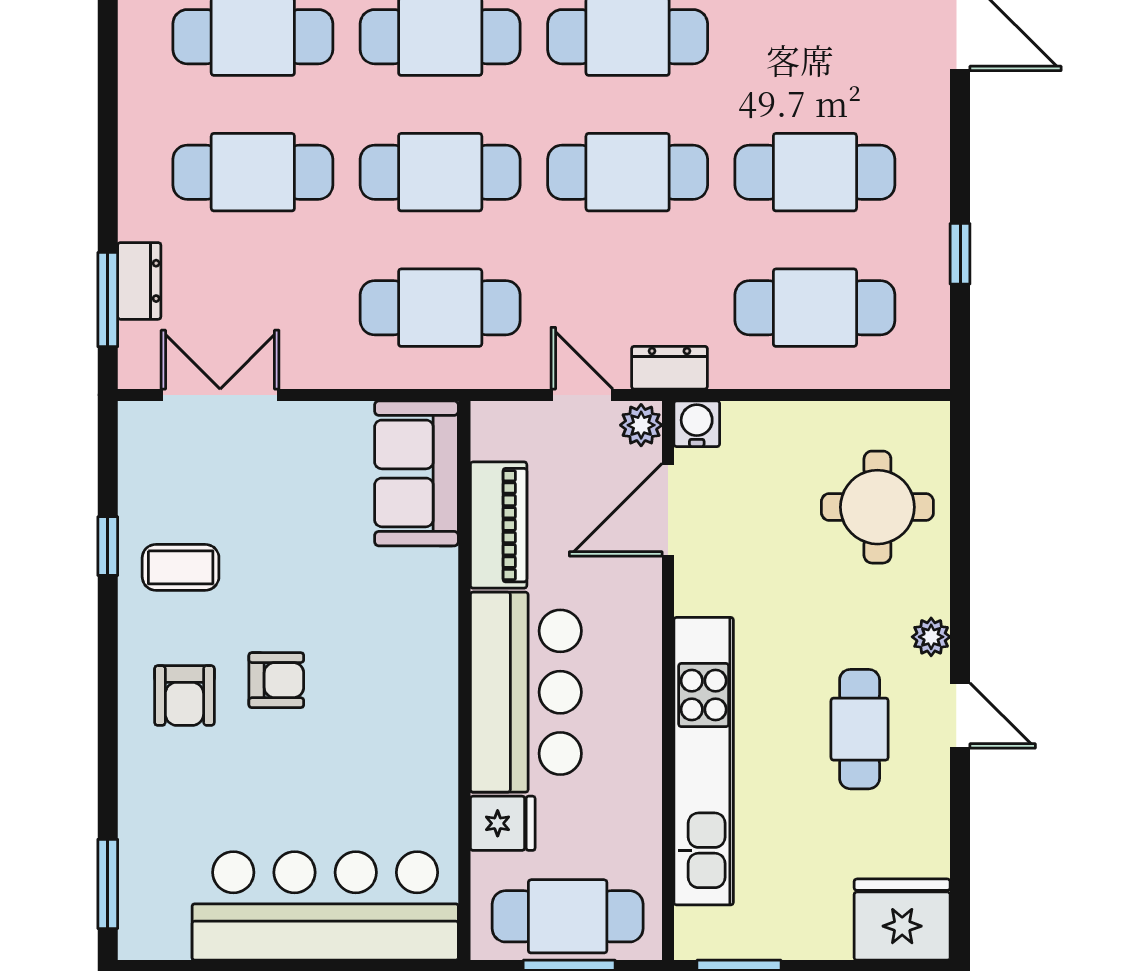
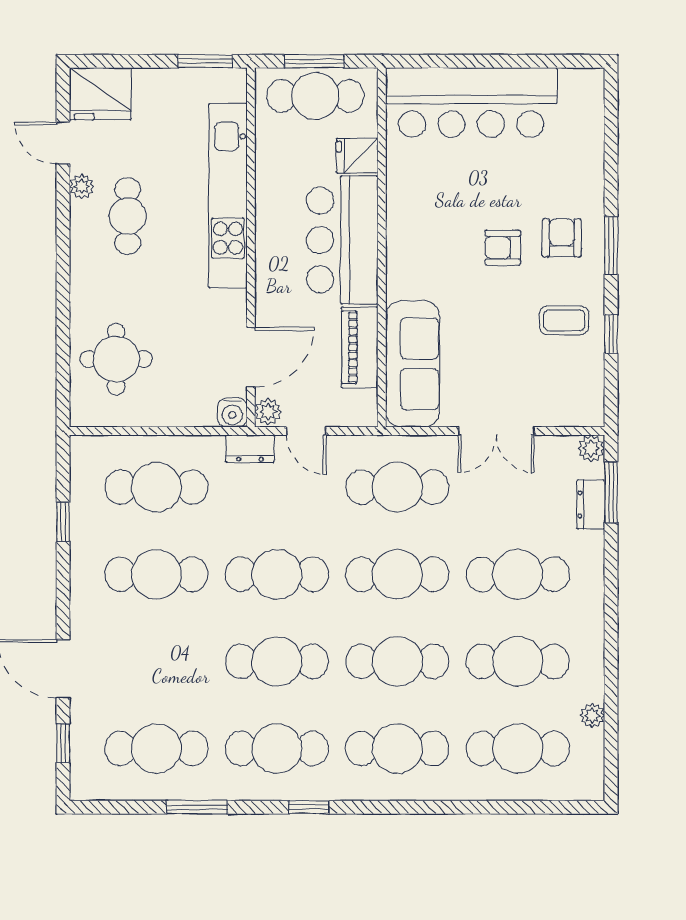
plant: (139, 368) -> (591, 448), added
double door: (220, 395) -> (496, 431), moved
sofa: (416, 473) -> (413, 364), width x1.36
plant: (931, 637) -> (82, 187), moved
door: (960, 716) -> (63, 143), moved
window: (108, 884) -> (611, 246), moved

